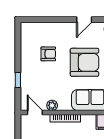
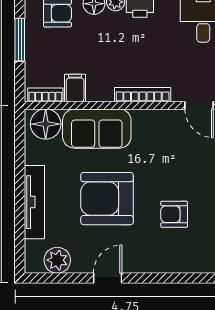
plant: (52, 105) -> (167, 119), removed

